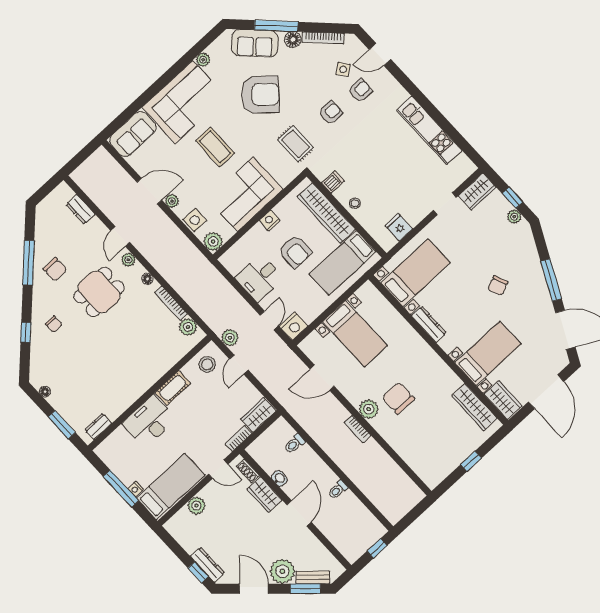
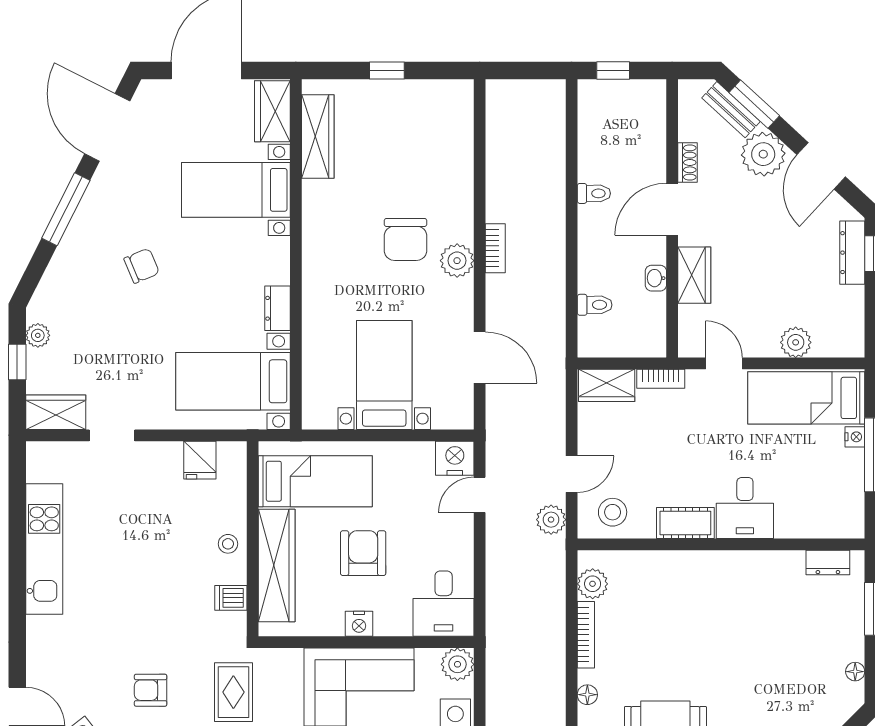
armchair: (360, 91) -> (86, 683), removed
desk: (259, 278) -> (444, 604), moved, turned 90
dresser: (429, 324) -> (277, 308), width x0.70
desk: (149, 421) -> (745, 508), width x0.73
shoe rack: (248, 471) -> (688, 162), moved

